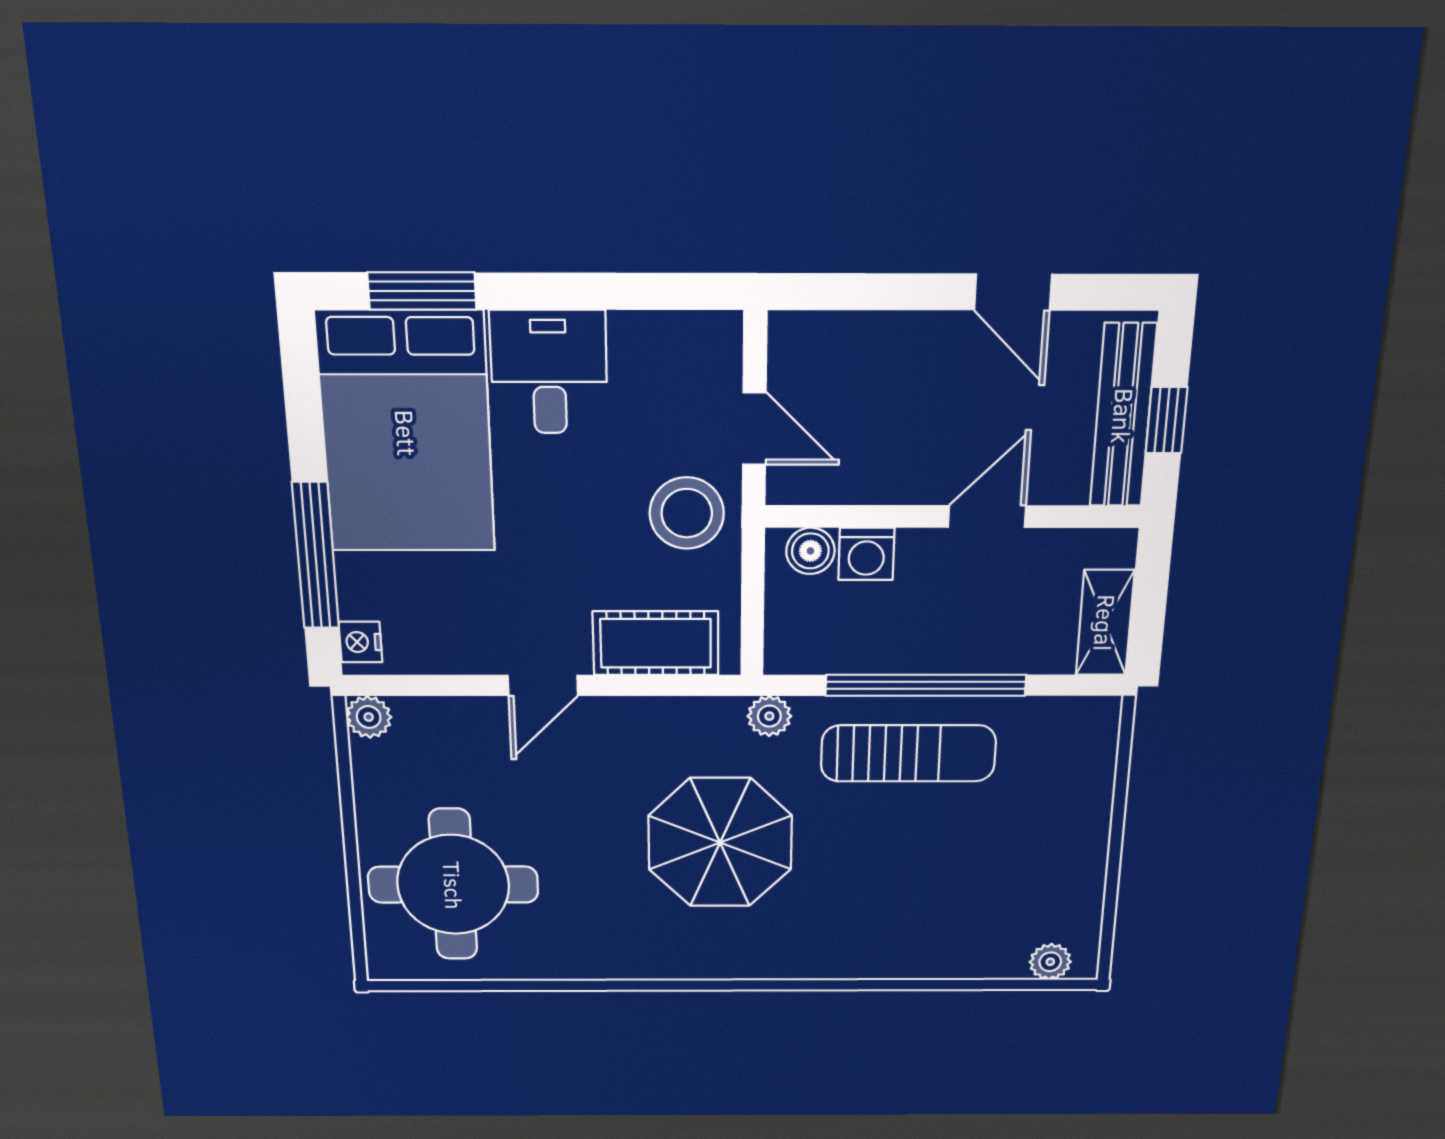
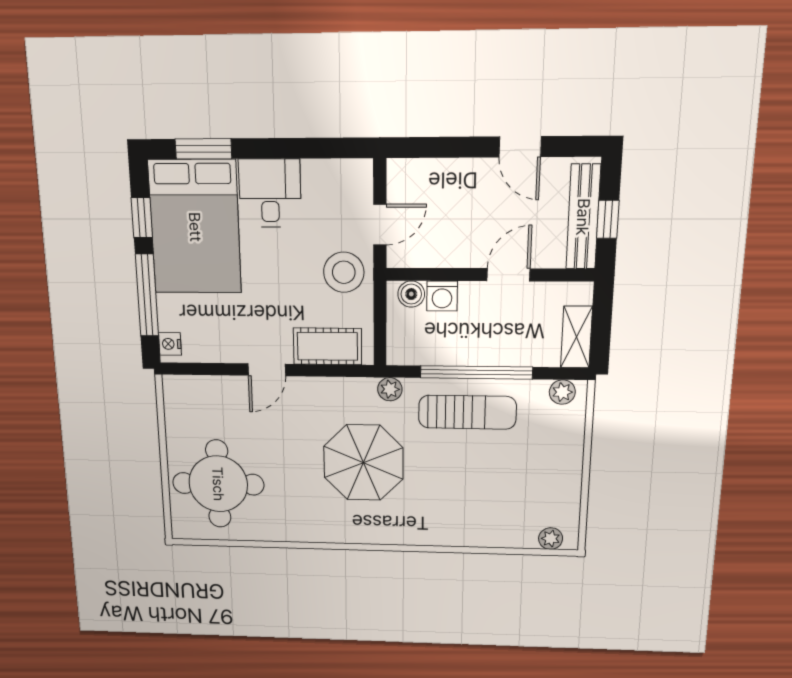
window: (304, 415) -> (142, 218), added
door: (754, 429) -> (380, 225), hinge flipped
plant: (369, 717) -> (562, 392), moved

